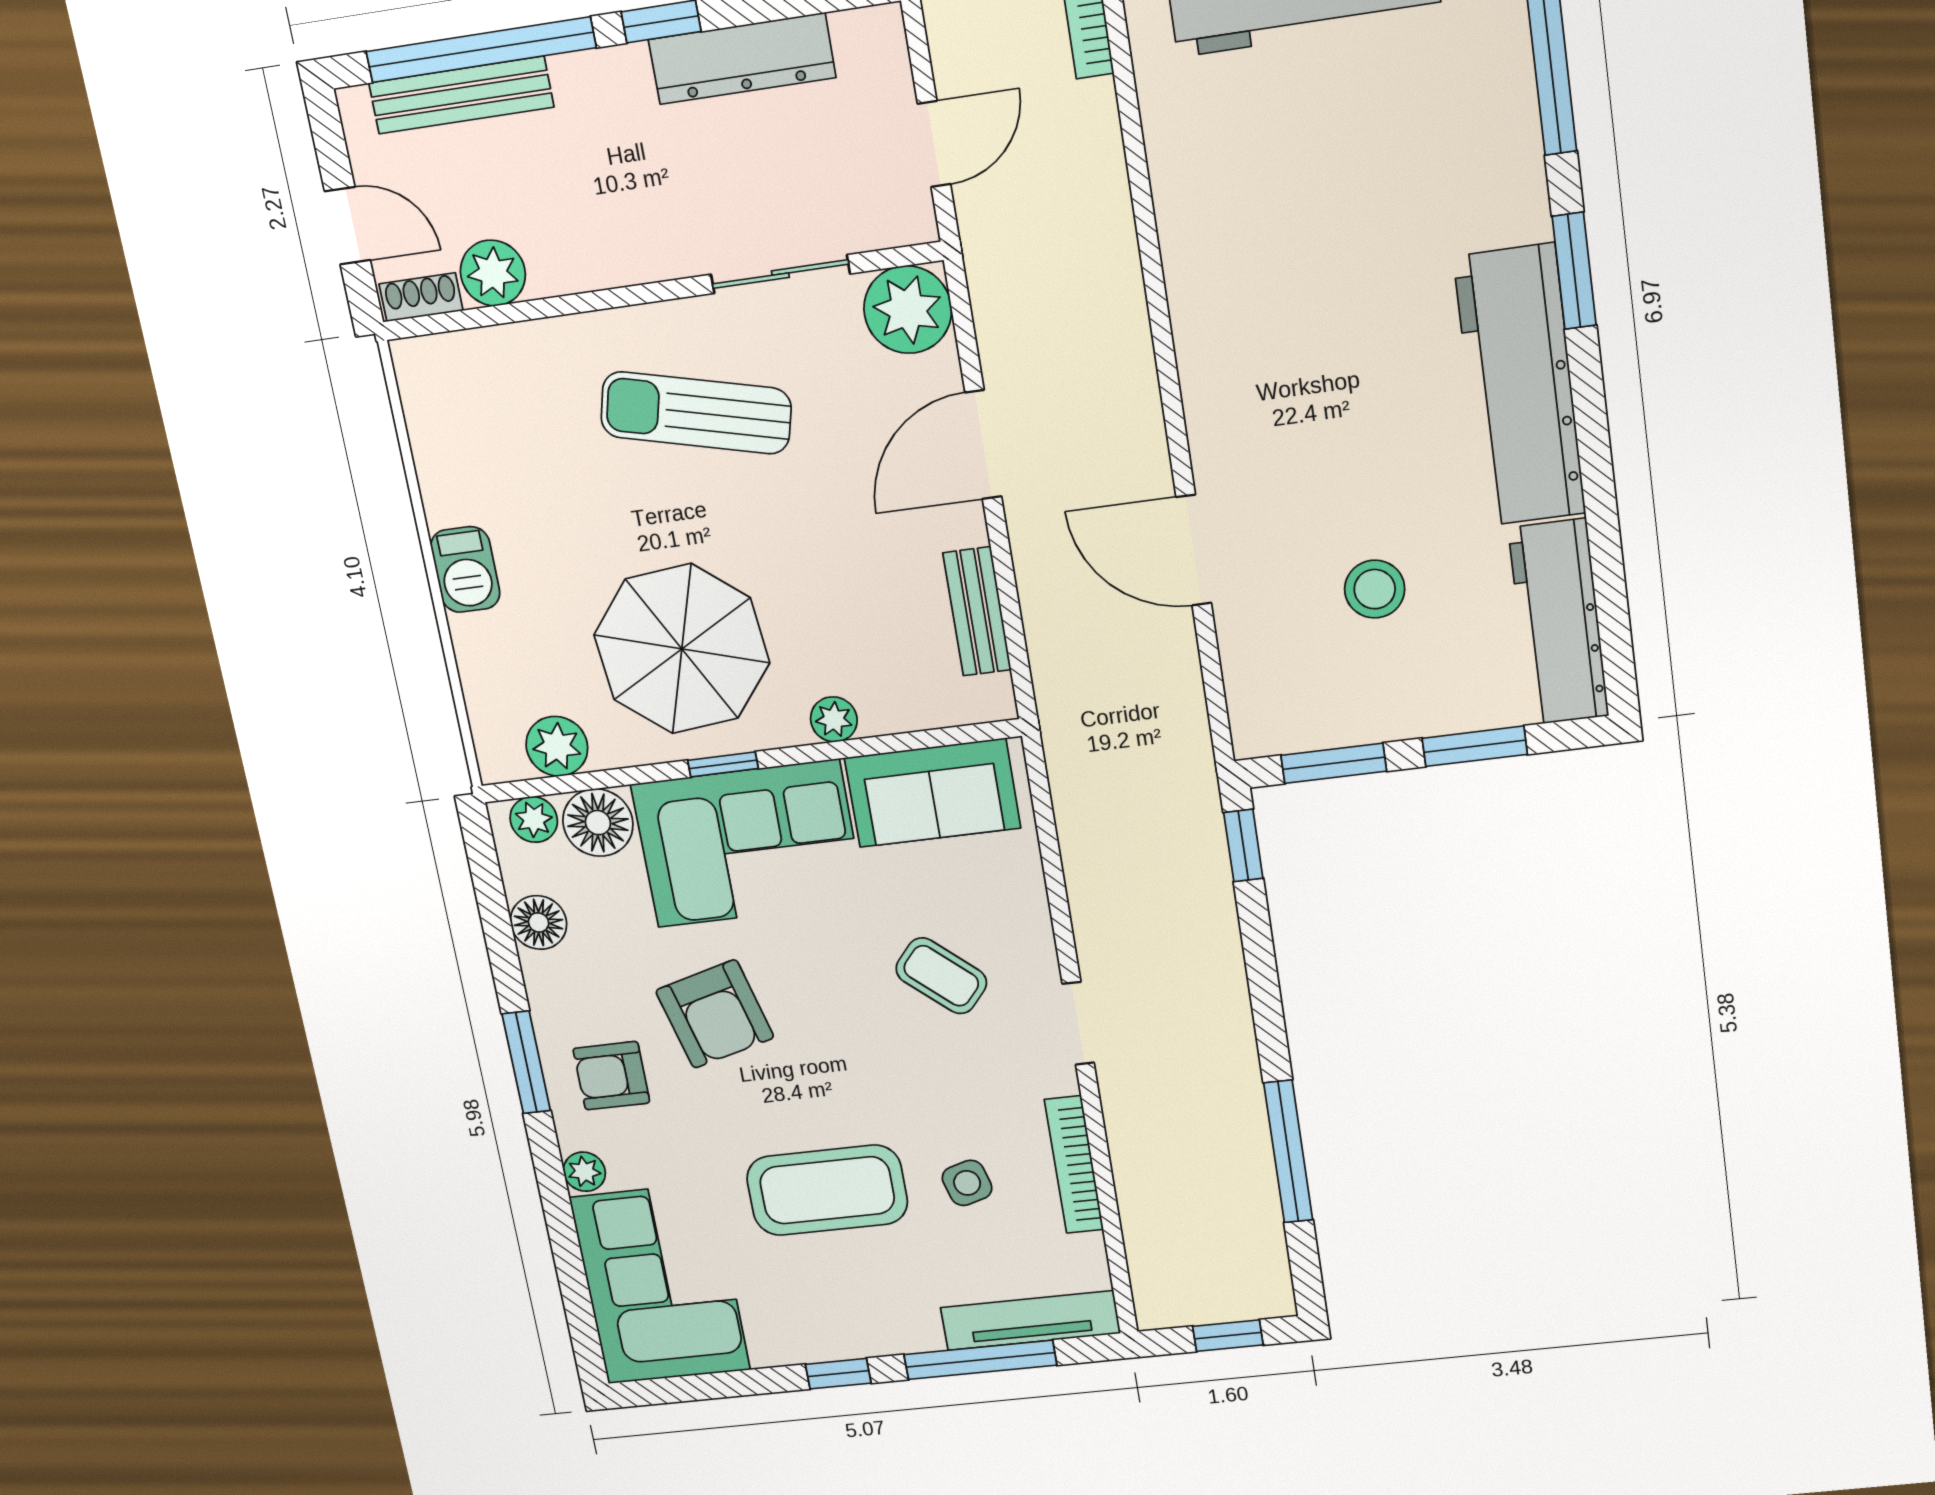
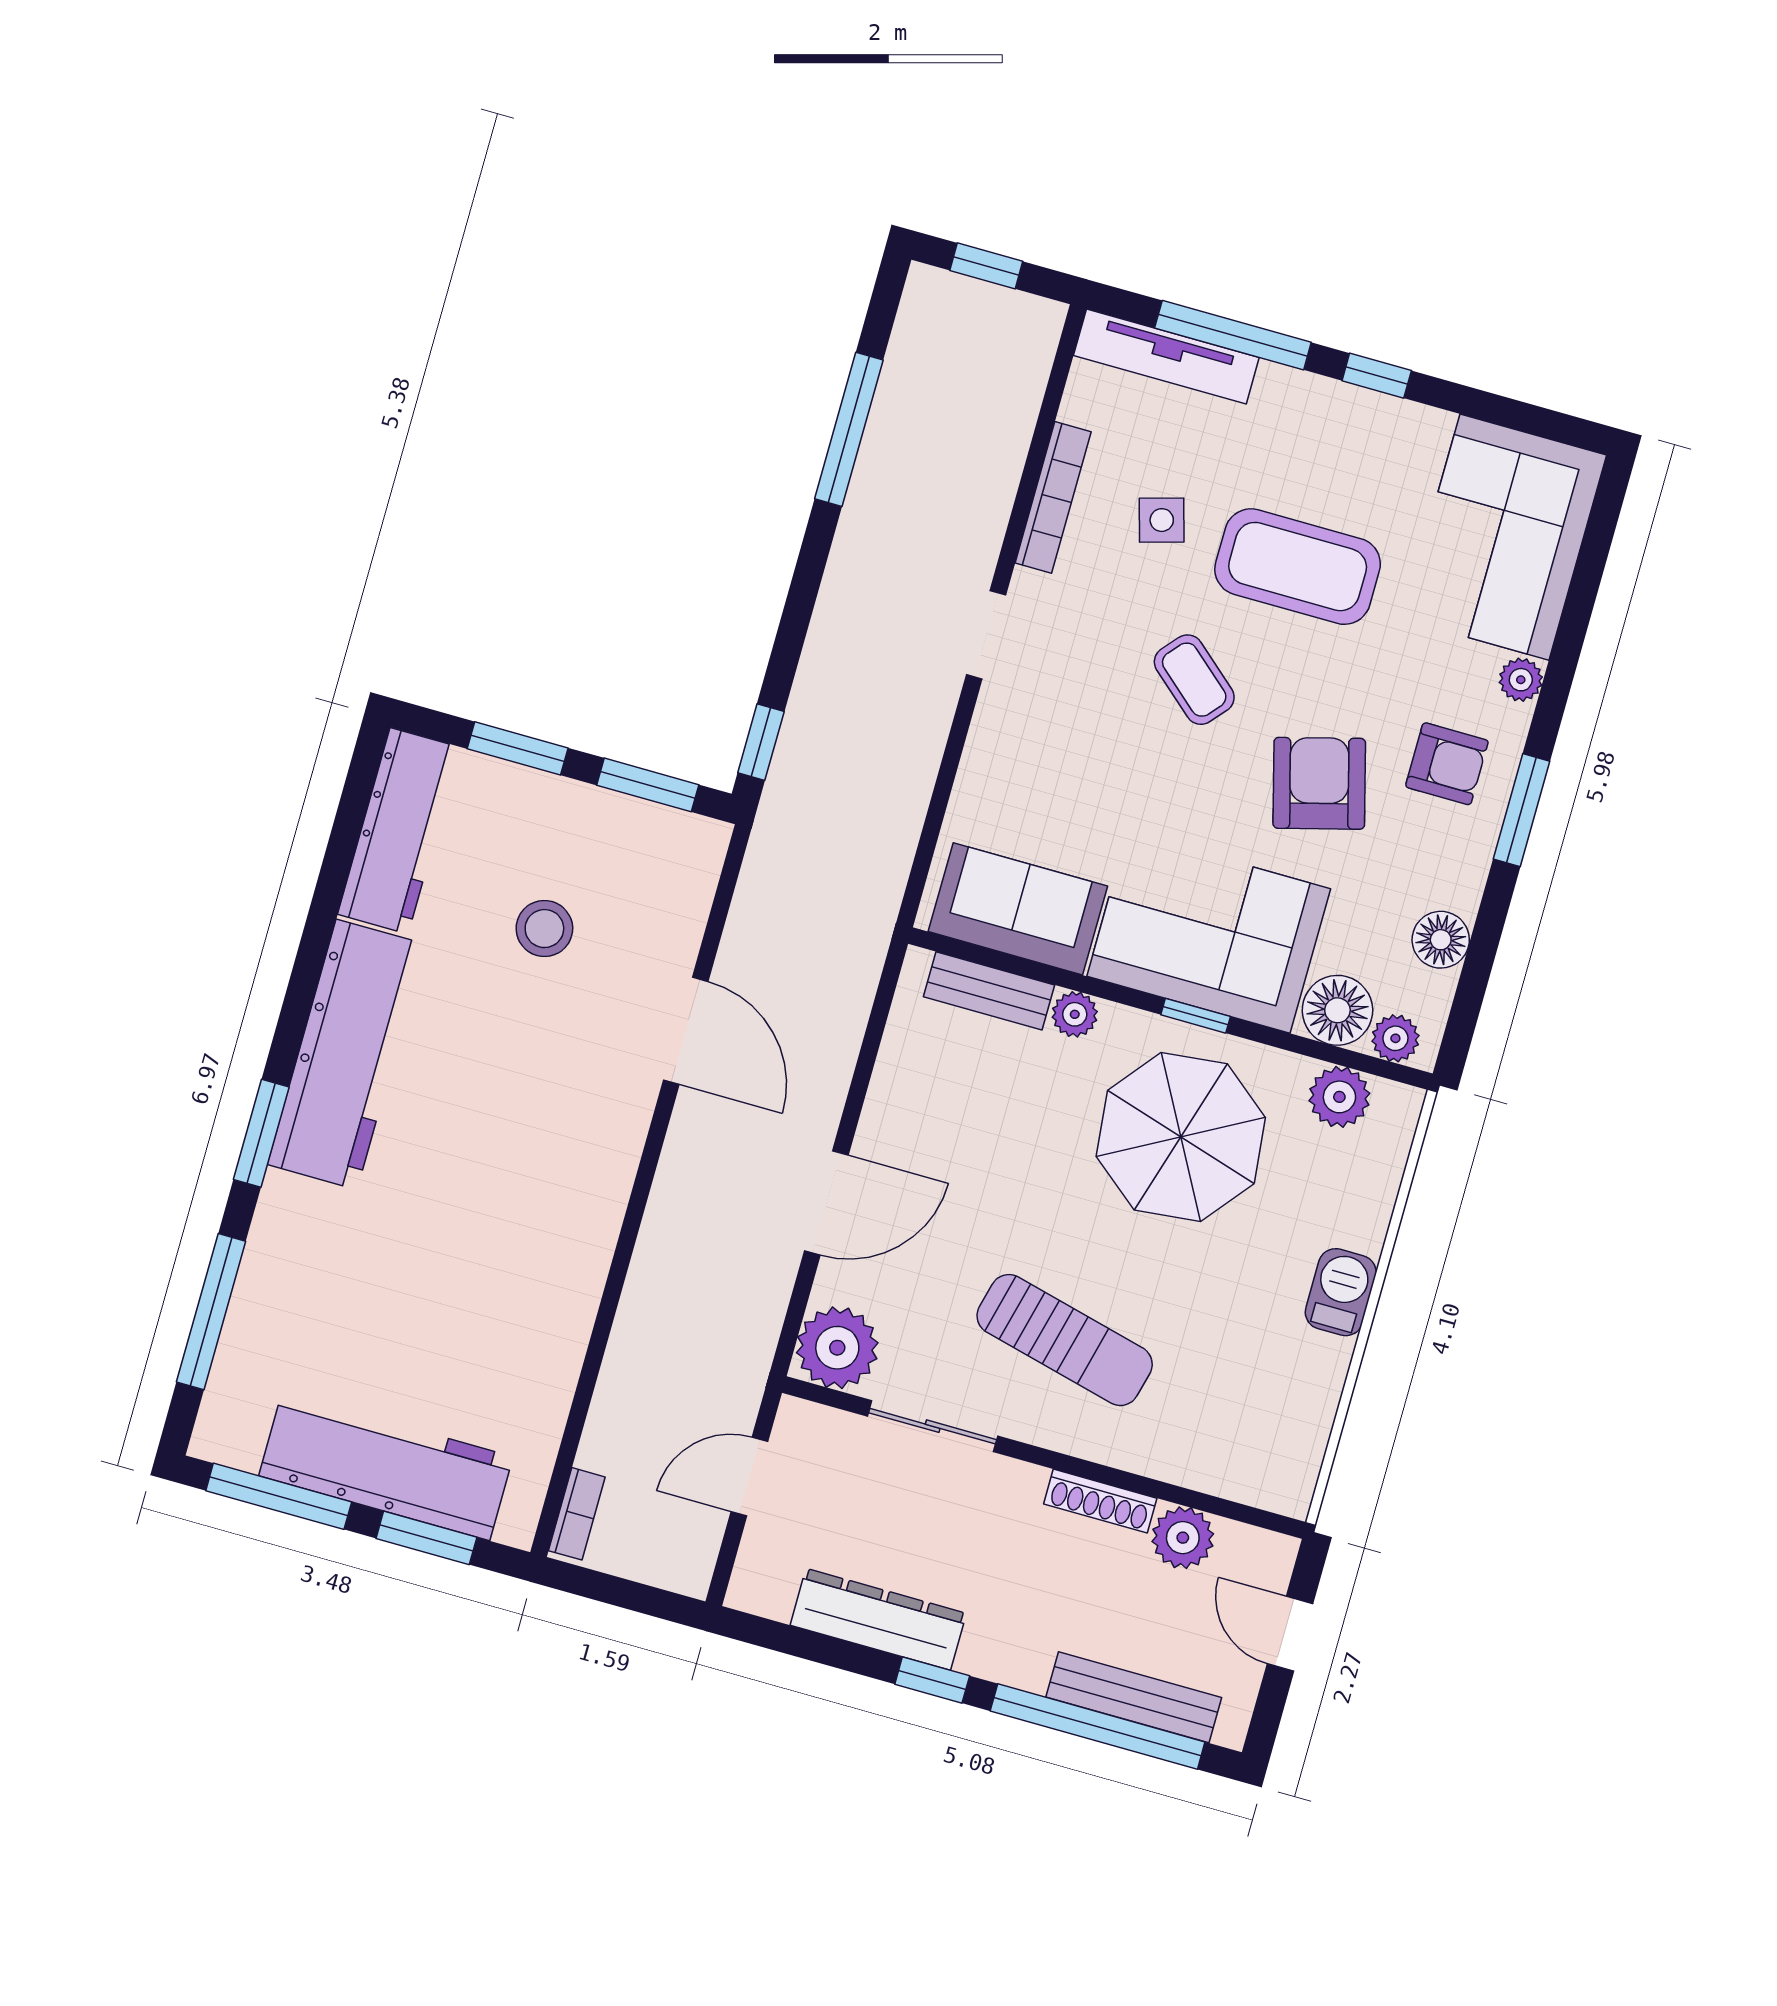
shoe rack: (421, 297) -> (1100, 1501), moved, width x1.43
bench: (977, 611) -> (989, 991), moved, turned 90
coffee table: (941, 976) -> (1194, 680), moved

